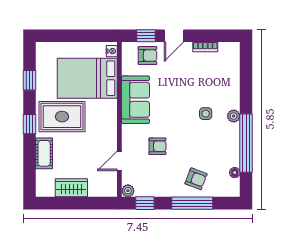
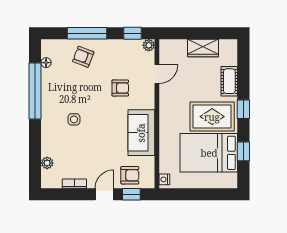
armchair: (148, 55) -> (130, 175), turned 180
bed: (87, 78) -> (209, 153), moved, turned 180
plant: (234, 116) -> (47, 163), moved
armchair: (157, 146) -> (120, 88), turned 180

